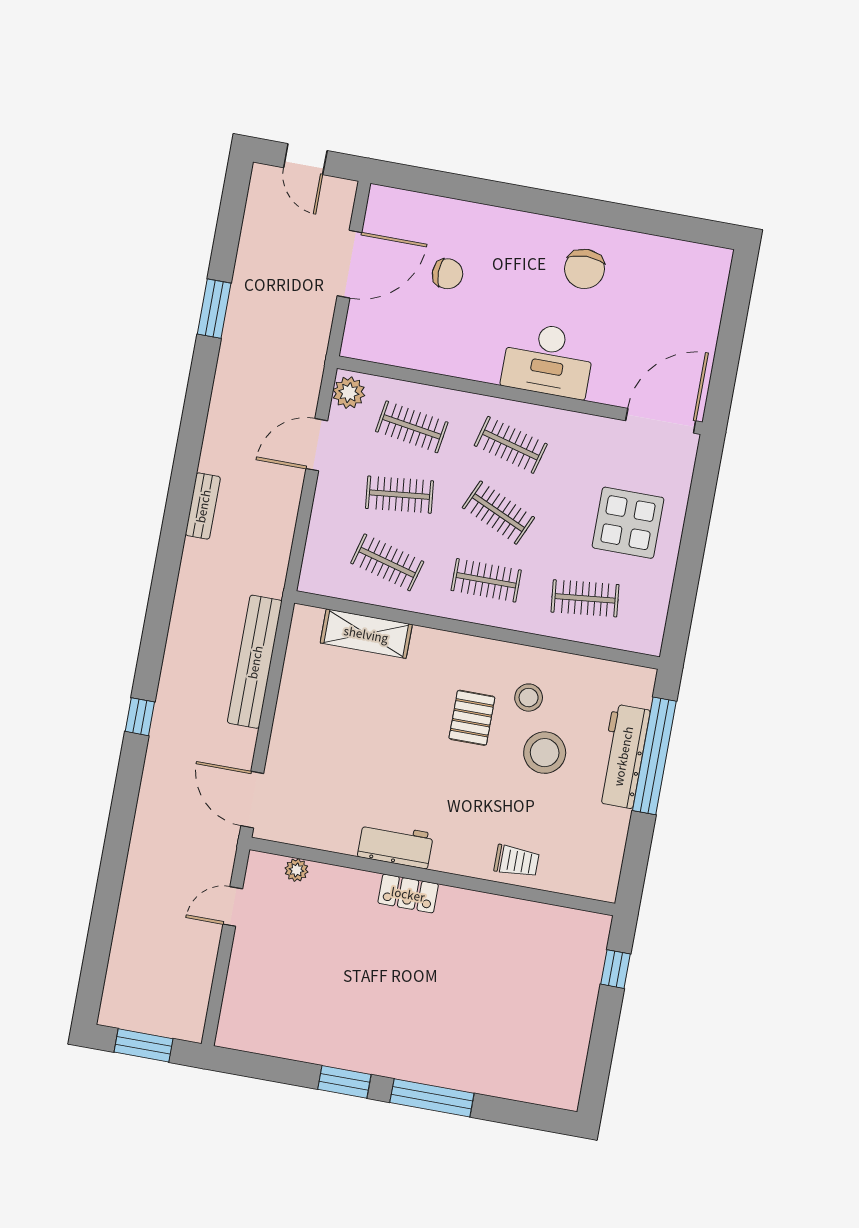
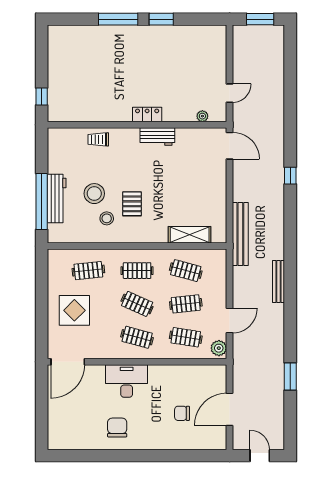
bench: (203, 506) -> (279, 281), width x1.36
bench: (255, 662) -> (240, 234), moved

